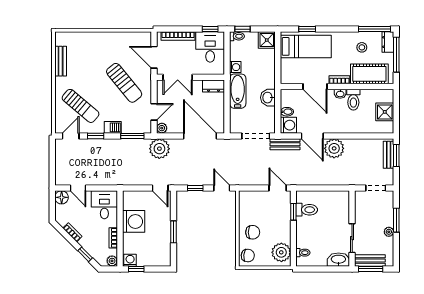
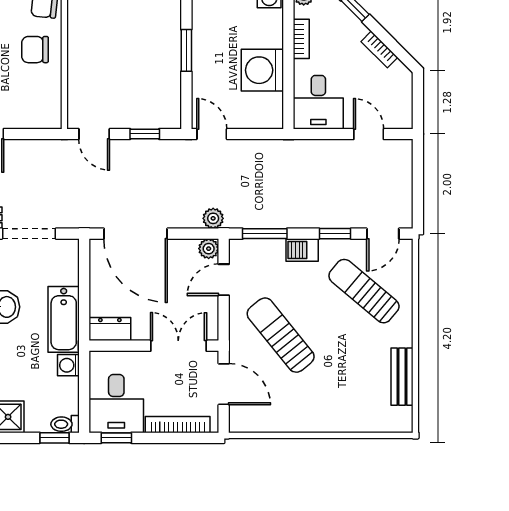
plant: (159, 149) -> (213, 218), width x0.53, depth x0.53
floor lamp: (62, 197) -> (400, 116), removed

